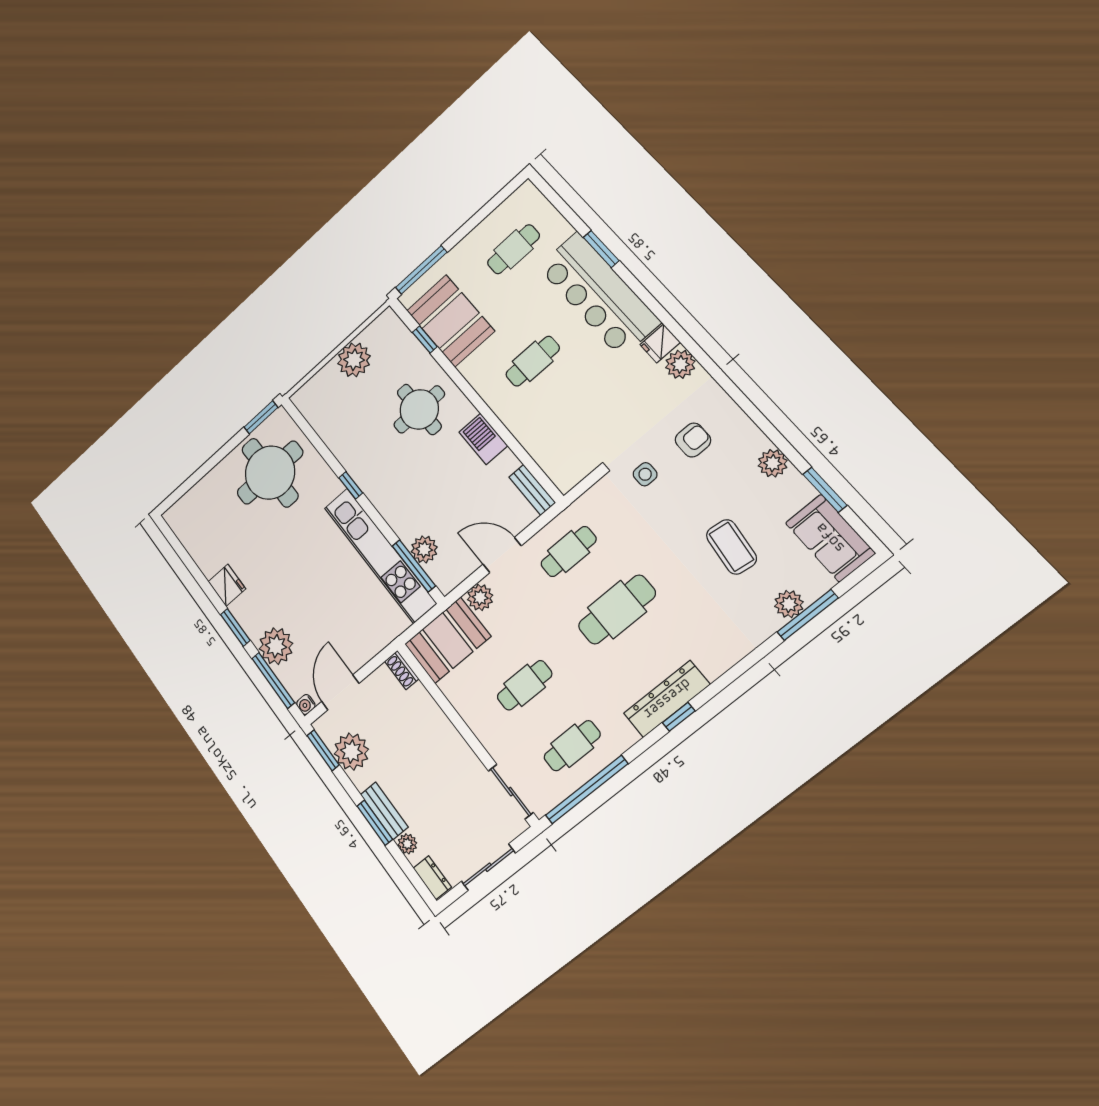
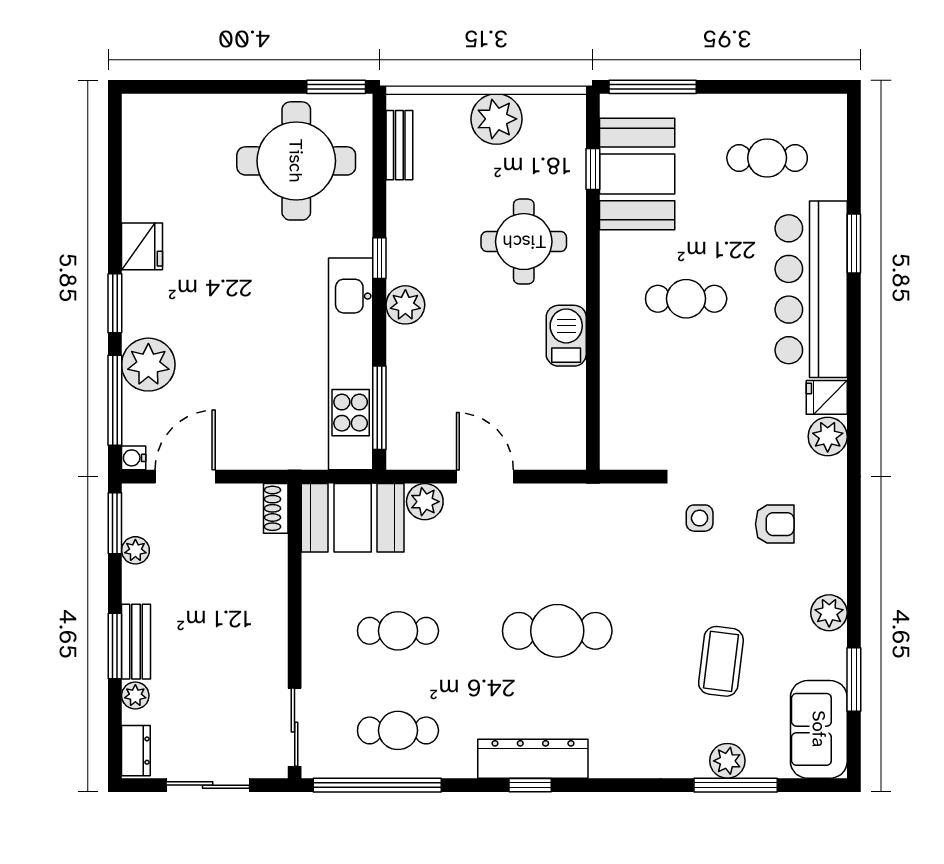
bench: (532, 490) -> (399, 145), moved
plant: (424, 549) -> (405, 305), moved
cafe table: (569, 552) -> (557, 531), removed
plant: (351, 752) -> (135, 550), width x0.53, depth x0.53

